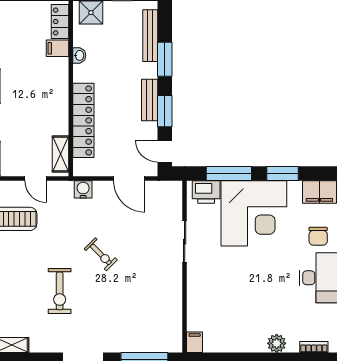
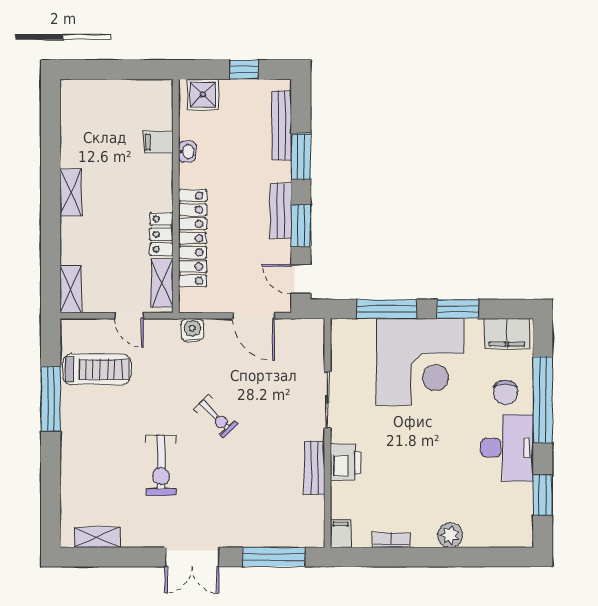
locker: (60, 21) -> (161, 234), moved
printer: (206, 192) -> (345, 462), moved, turned -90
bench: (175, 293) -> (314, 468), added
bookcase: (314, 347) -> (391, 540), moved

